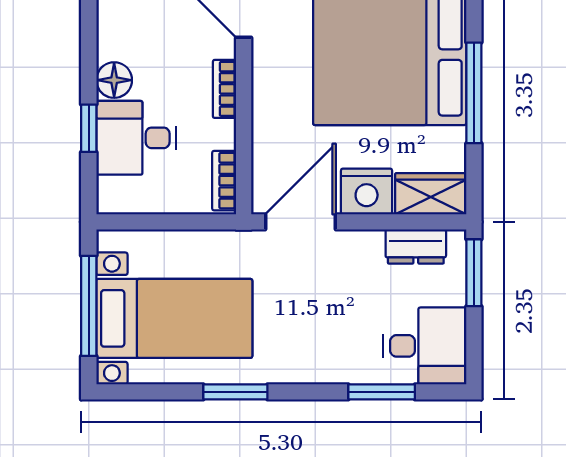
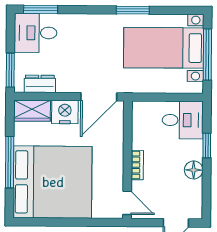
desk: (136, 138) -> (183, 120), moved
bookcase: (224, 181) -> (138, 118), removed
window: (382, 392) -> (41, 9), moved

